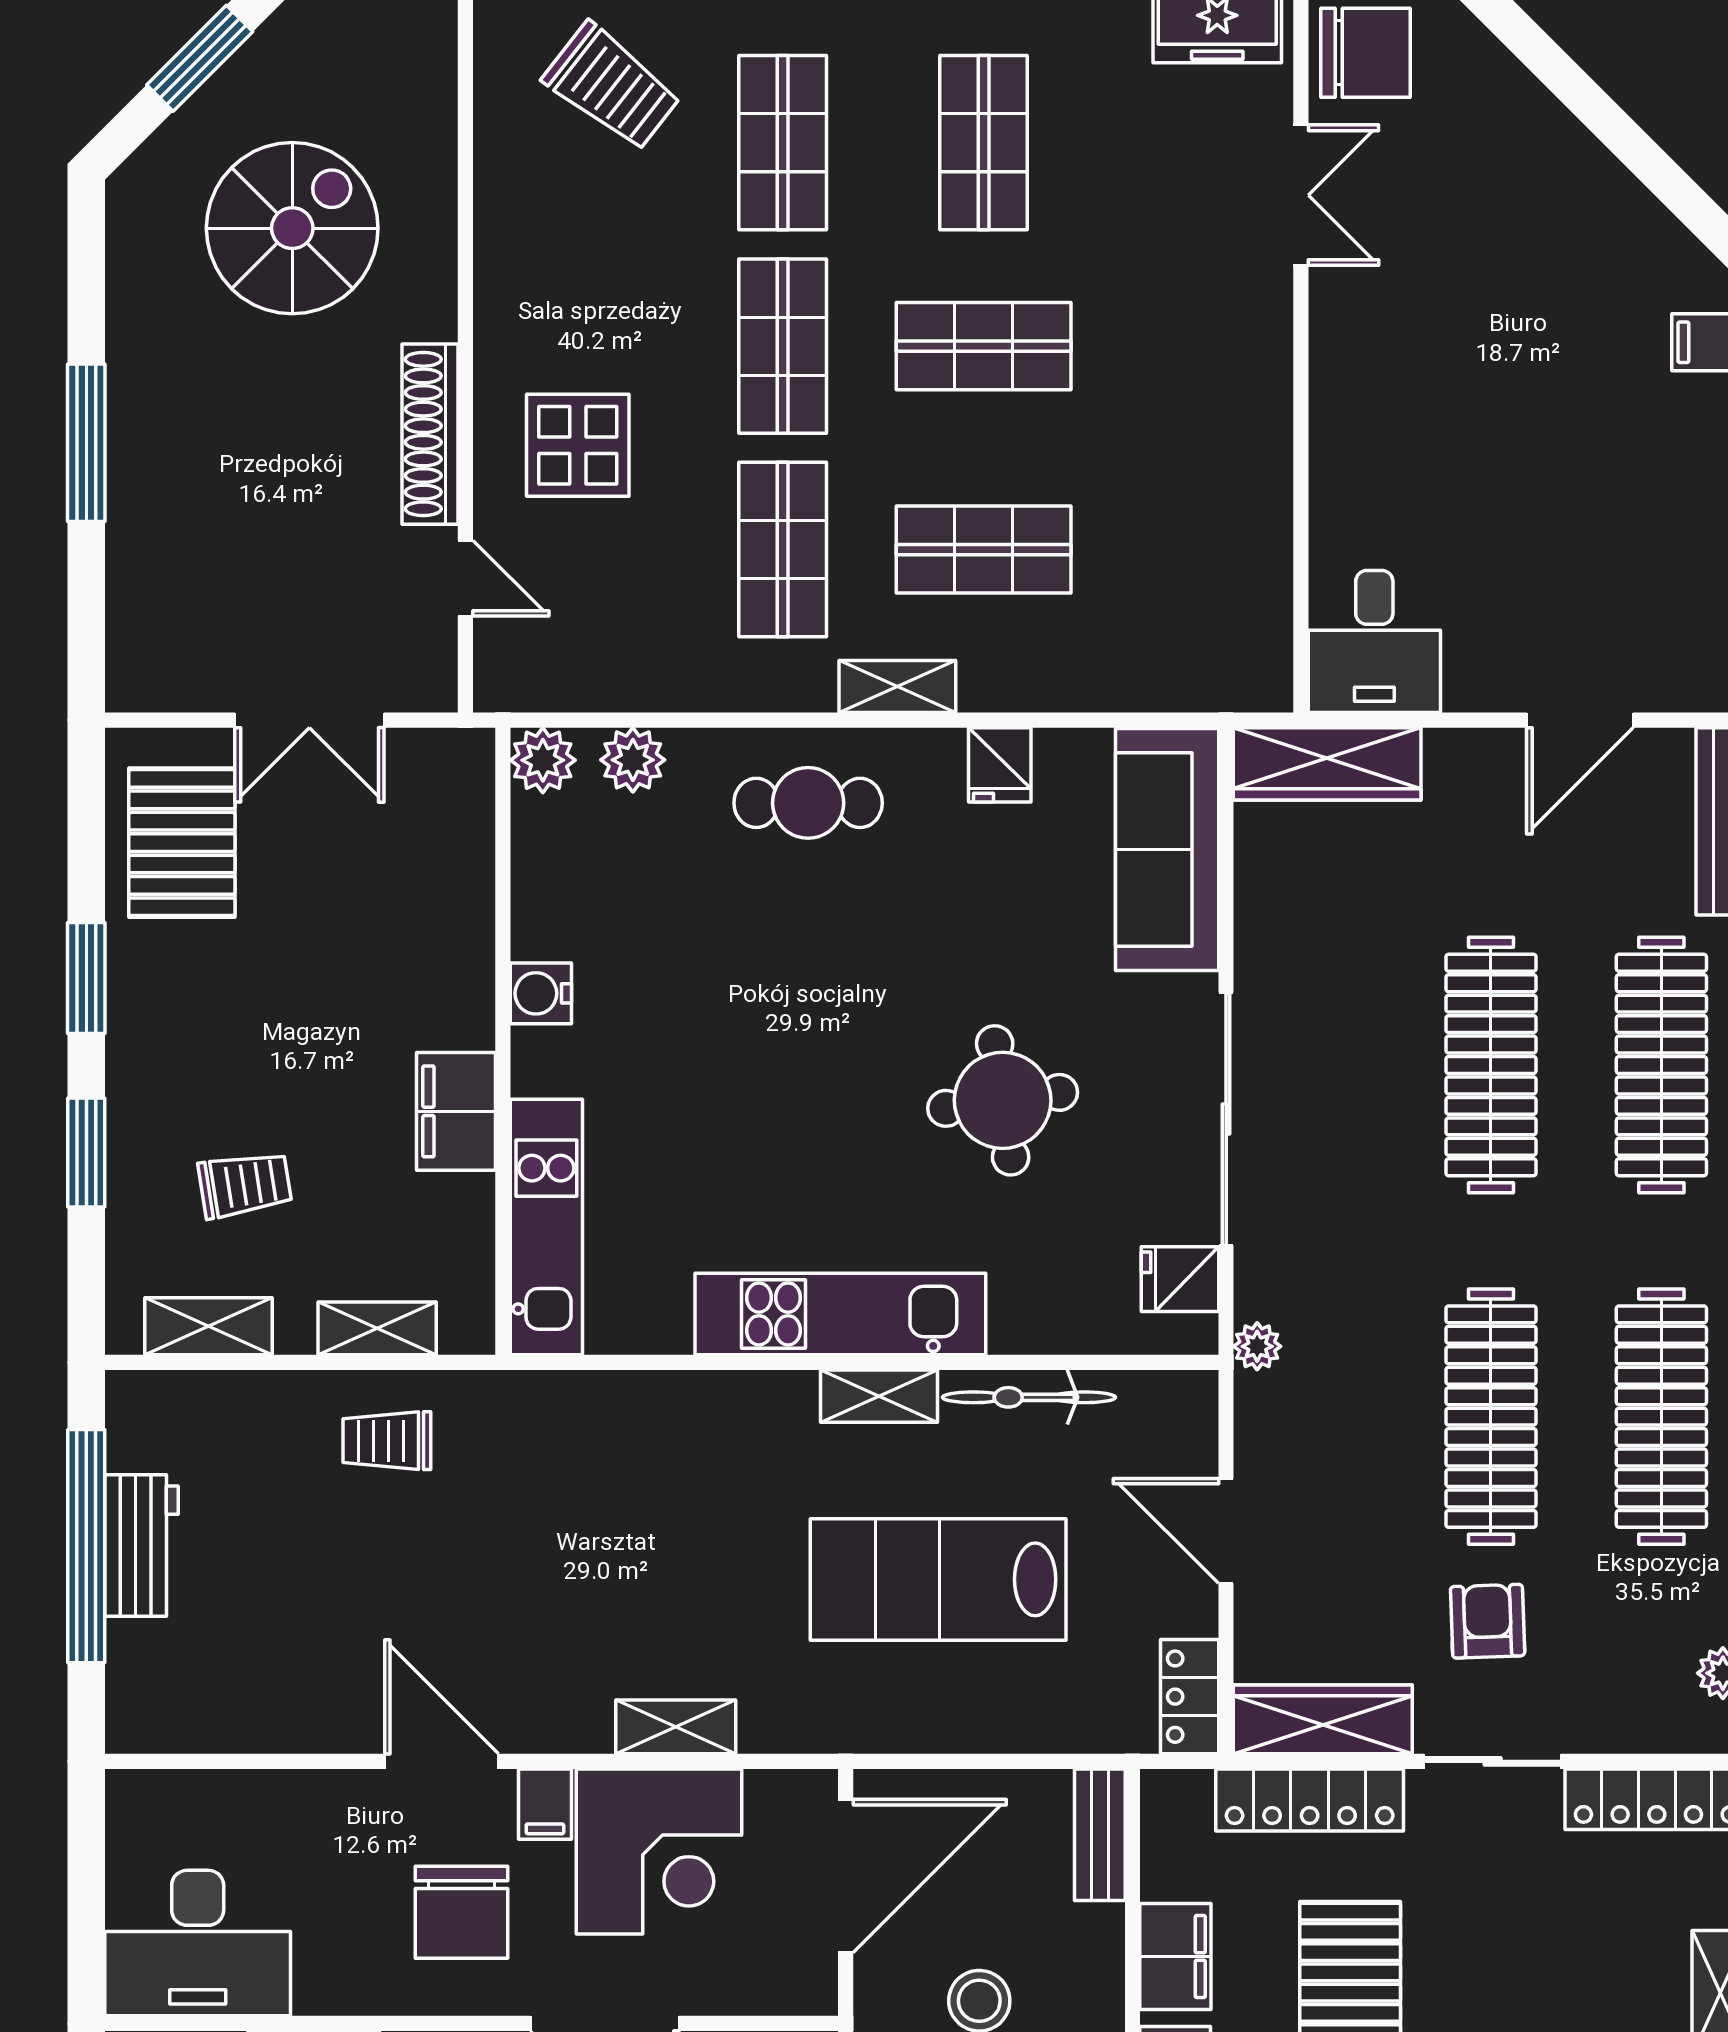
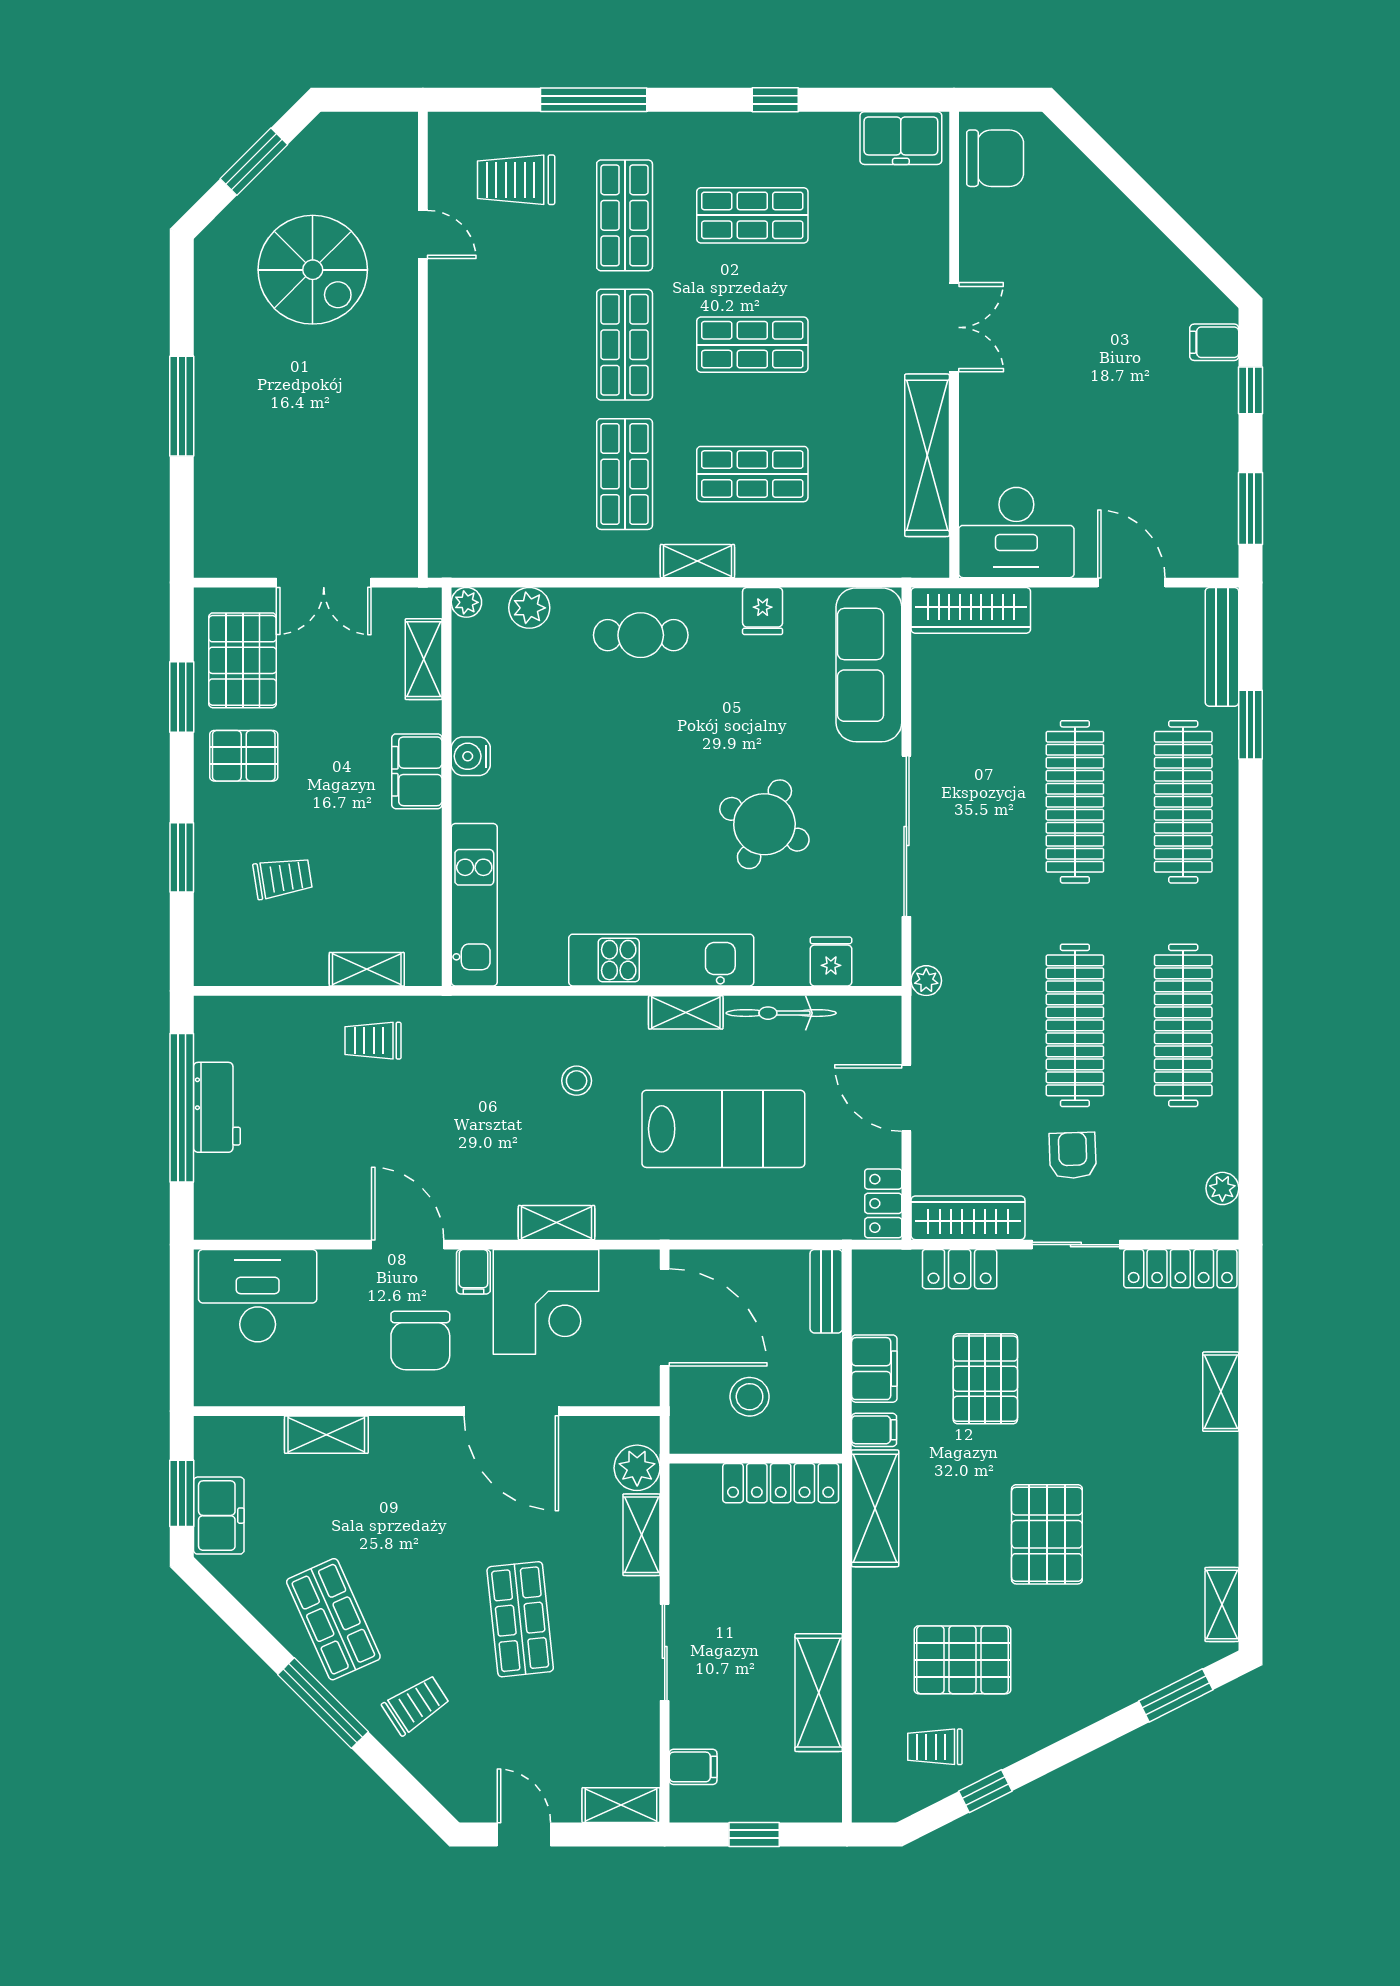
trolley: (612, 87) -> (516, 180), turned 142
shop shelf: (984, 143) -> (752, 215), turned 90
double door: (1301, 195) -> (954, 327), moved
spiral stairs: (292, 228) -> (313, 270), turned 90
shoe rack: (430, 434) -> (400, 401), removed
display table: (578, 445) -> (494, 408), removed
shelving: (1258, 520) -> (927, 455), added
door: (465, 578) -> (423, 234), moved
desk: (1374, 642) -> (1016, 533), width x1.37
door: (1580, 720) -> (1131, 583), swing flipped
plant: (543, 760) -> (466, 602), width x0.73, depth x0.73
window: (86, 978) -> (182, 697), moved
pallet: (184, 993) -> (244, 756), added
round table: (1003, 1100) -> (764, 824), turned 33
filing cabinet: (456, 1111) -> (417, 771), moved
fridge: (1180, 1279) -> (831, 962), moved, turned 90
shelving: (209, 1326) -> (424, 659), moved, turned 90
stool: (707, 1504) -> (577, 1081), added
lab bench: (938, 1579) -> (723, 1129), turned 180
locker: (1310, 1800) -> (960, 1269), width x0.66
door: (846, 1876) -> (665, 1317), hinge flipped
desk: (198, 1943) -> (258, 1296), moved, turned 180

